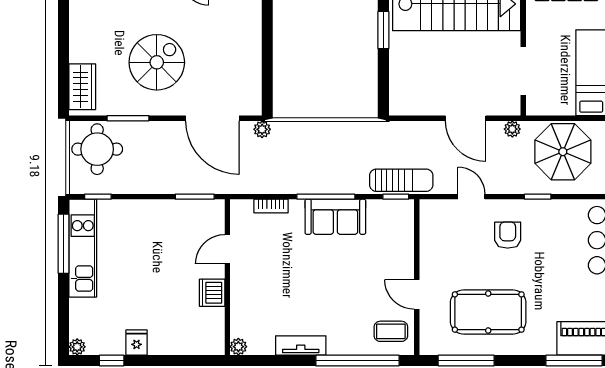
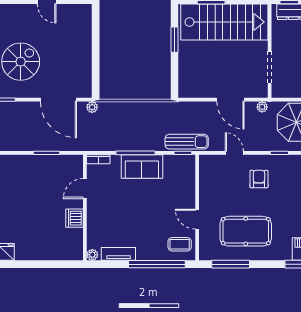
door: (227, 249) -> (85, 189), moved
wall: (227, 277) -> (85, 208), moved
dishwasher: (212, 293) -> (74, 218), moved
plant: (238, 347) -> (92, 255), moved

